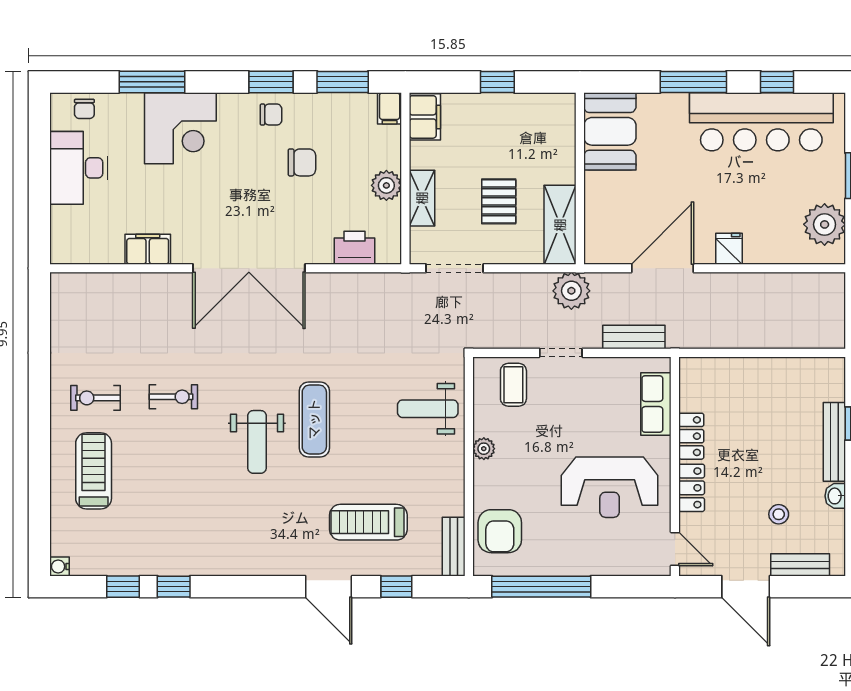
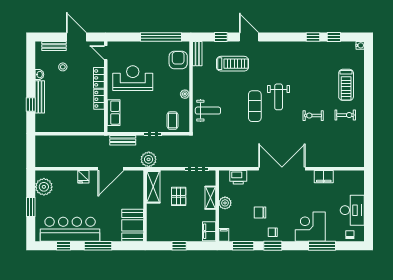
weight bench: (257, 442) -> (279, 97), turned 180

